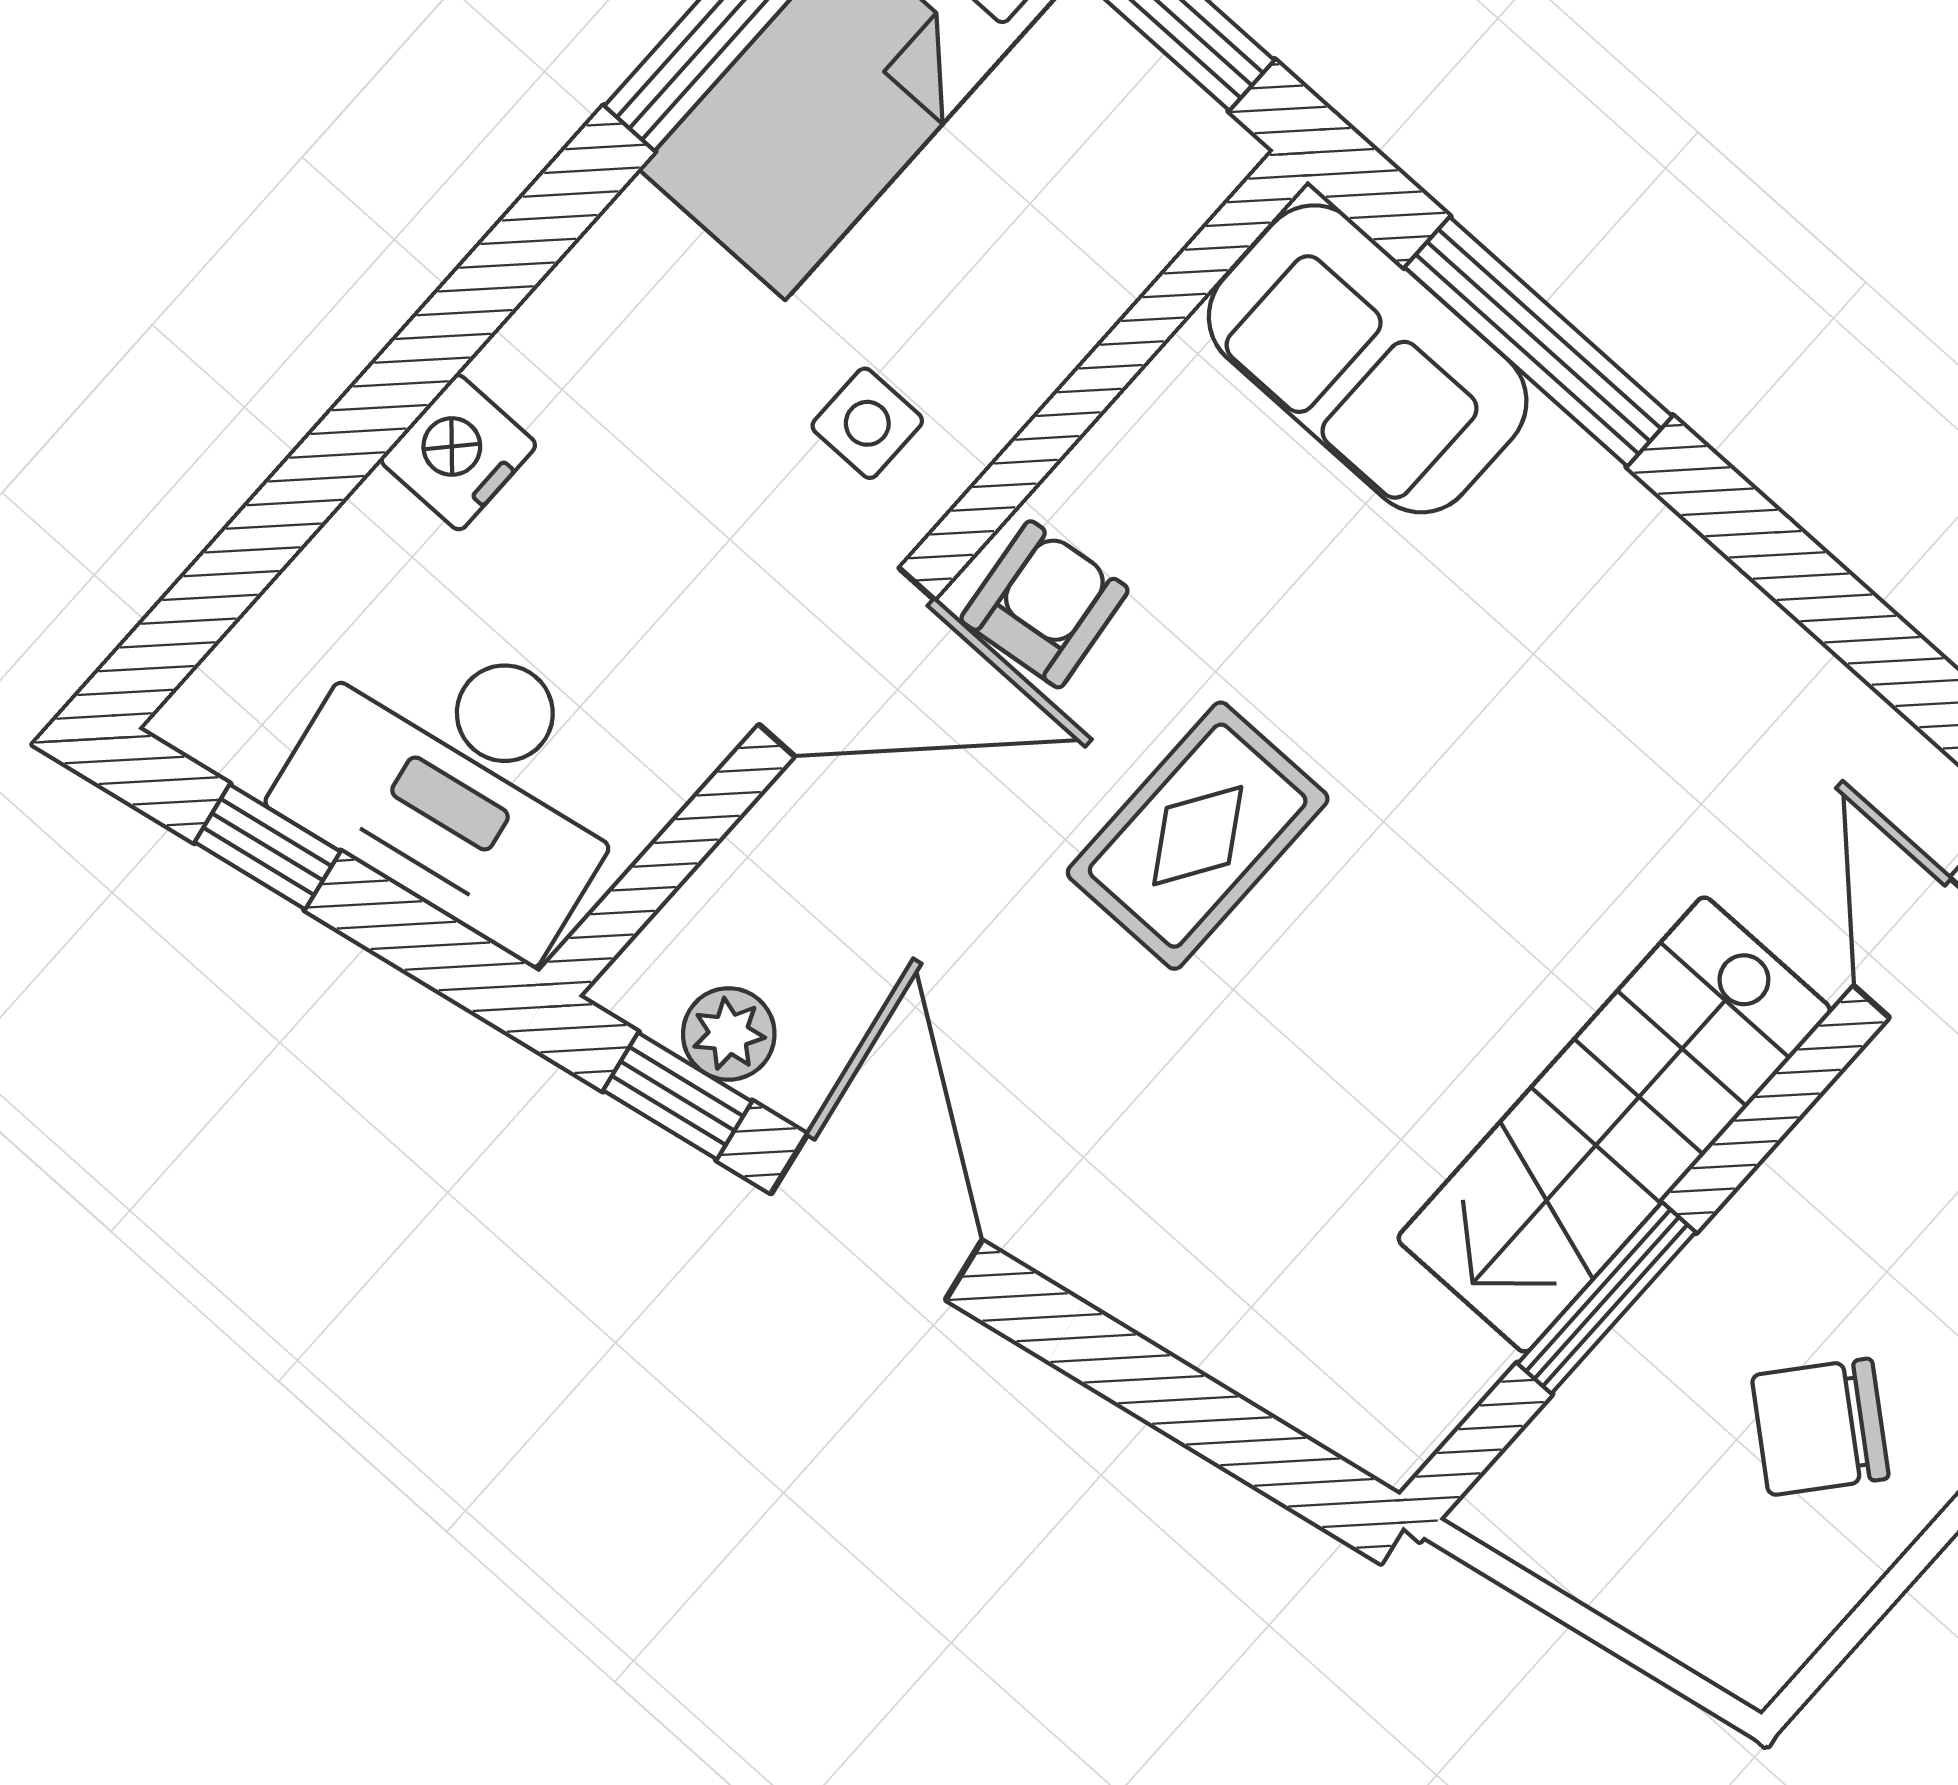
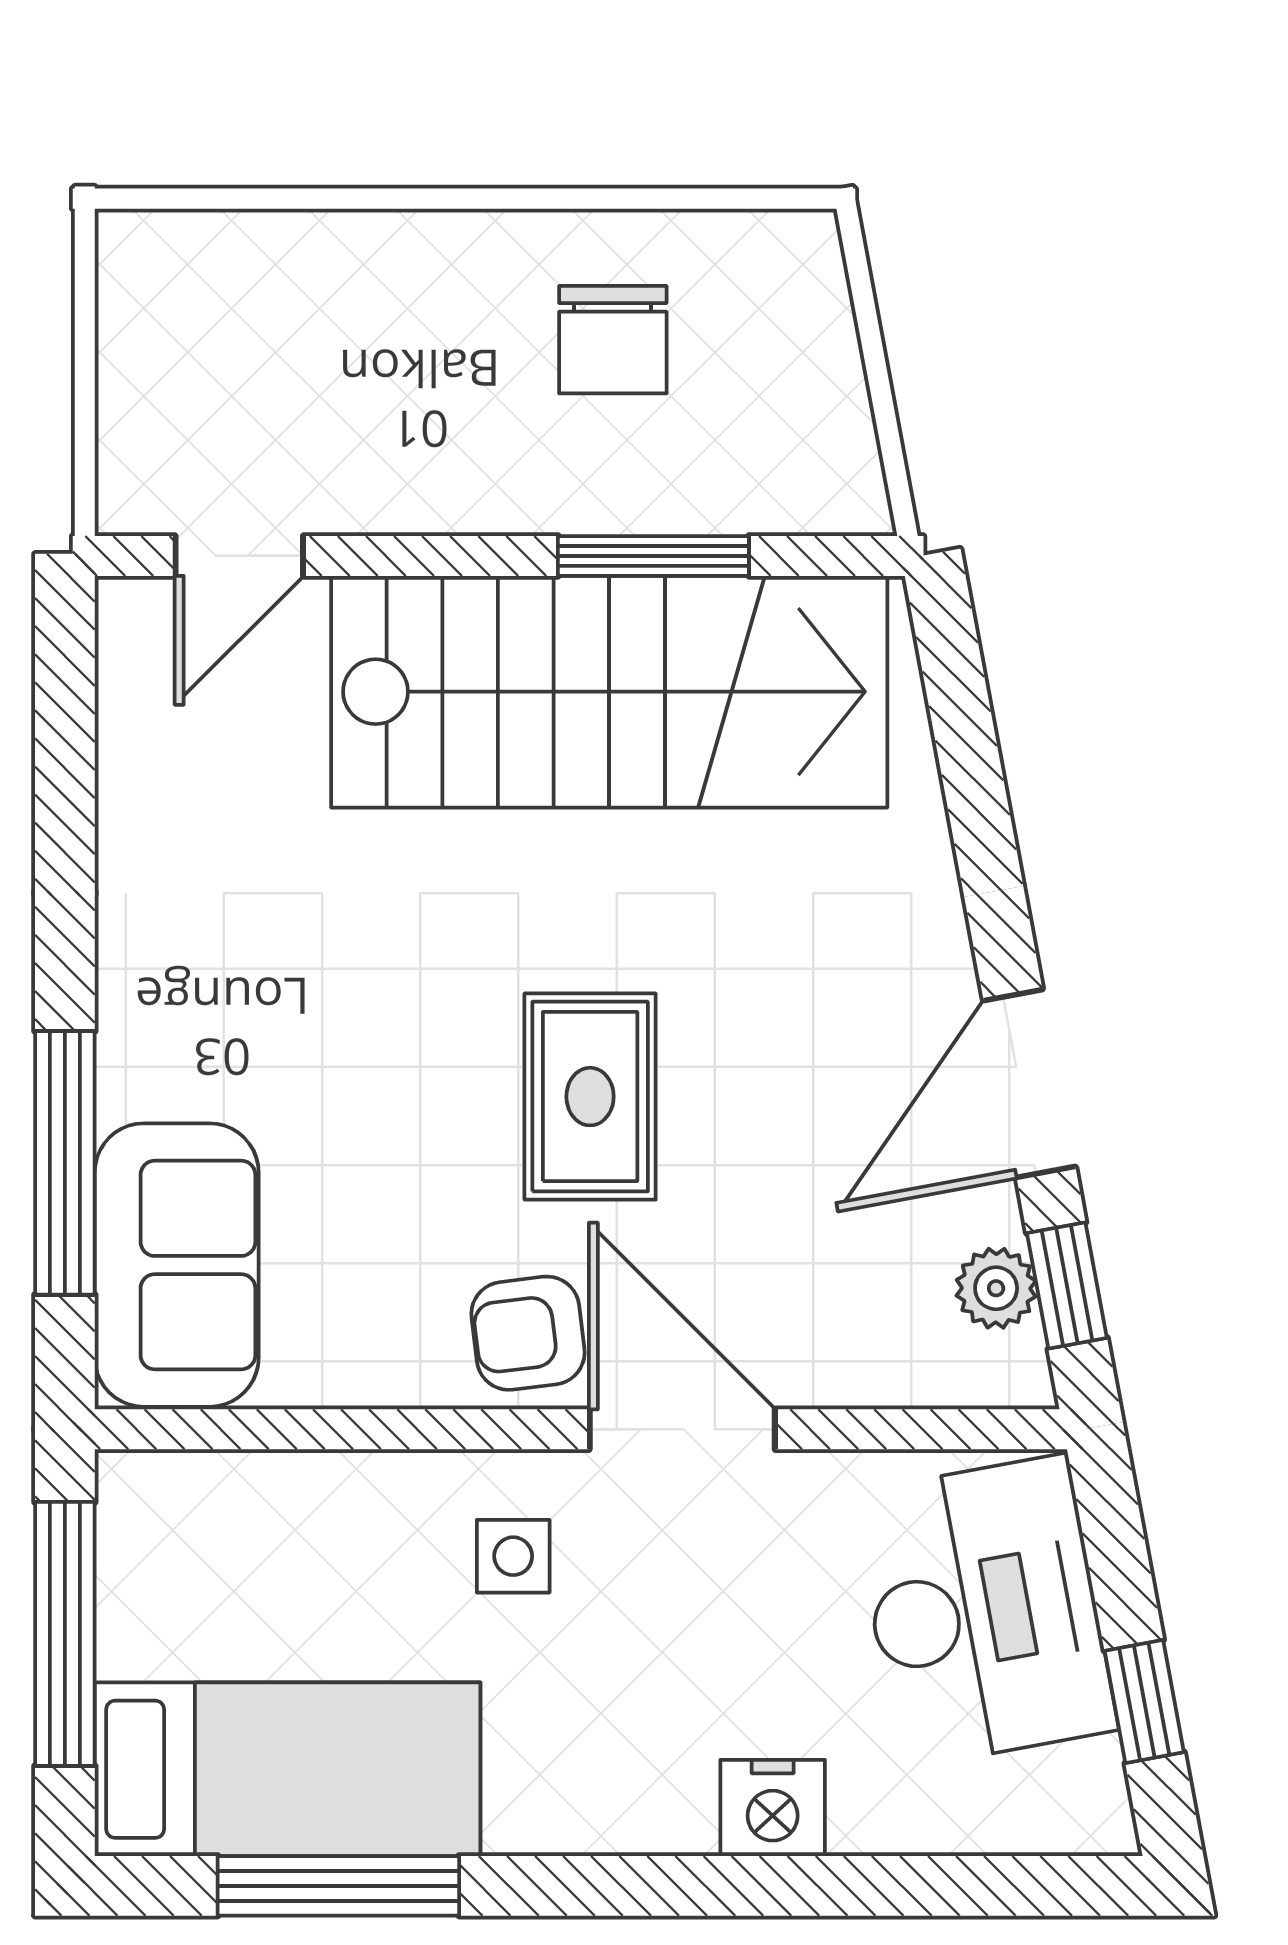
rug: (1198, 836) -> (590, 1097), turned 90
stairs: (1614, 1125) -> (609, 692), width x1.36, depth x1.51
chair: (1820, 1427) -> (613, 340), turned 50

